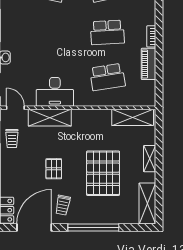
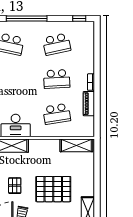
shelving: (150, 159) -> (90, 178), removed
pallet: (103, 173) -> (53, 189), turned 90

